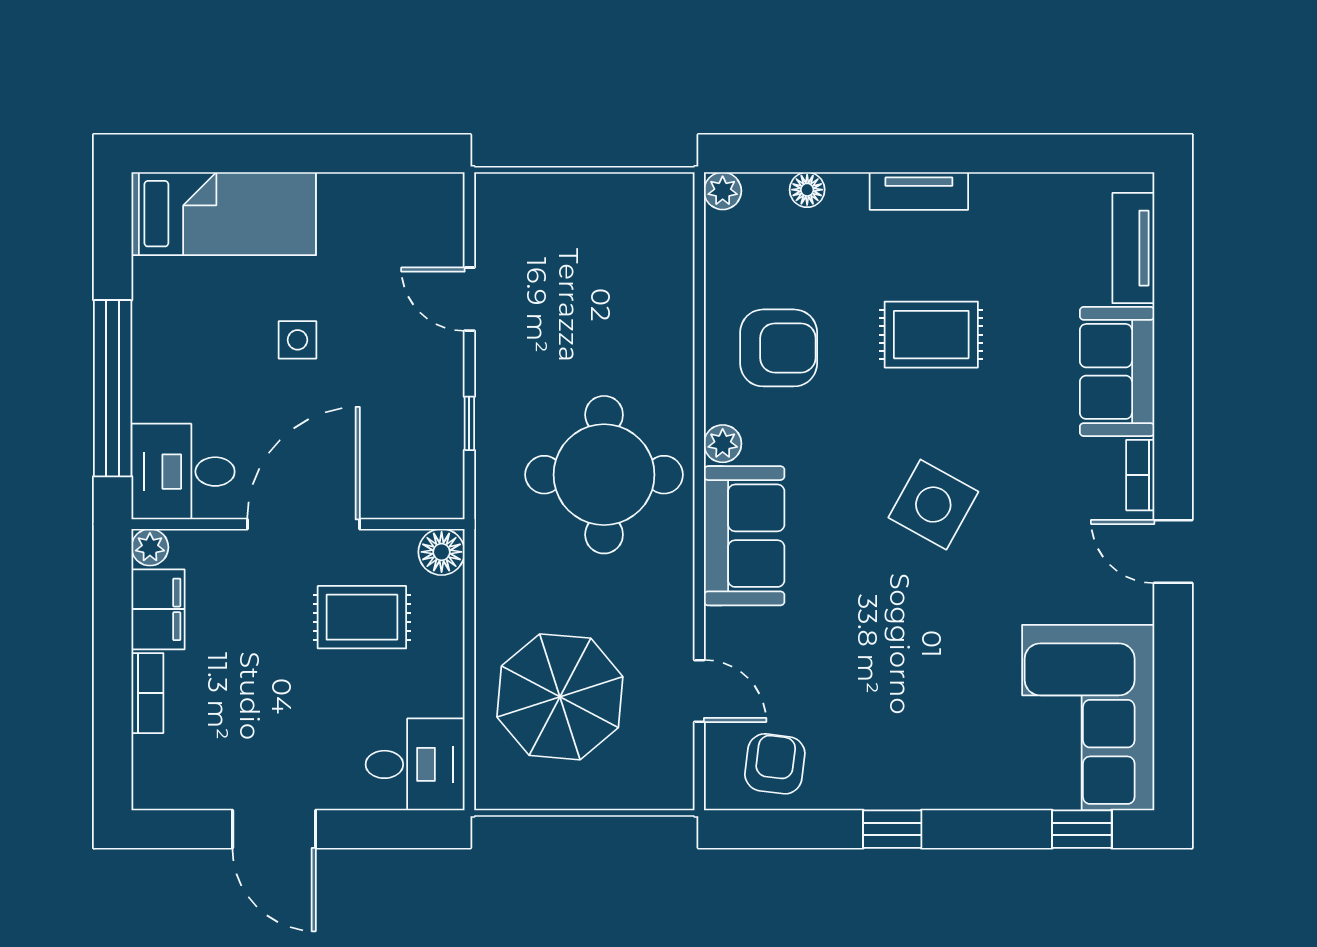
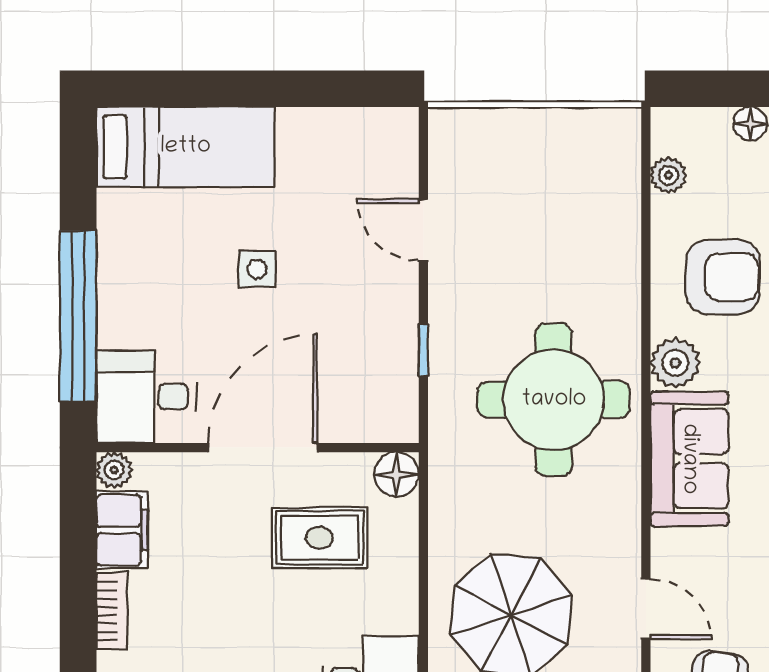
plant: (723, 191) -> (668, 175), moved
plant: (723, 444) -> (675, 363), width x1.38, depth x1.38

